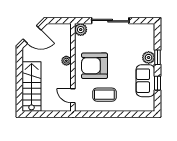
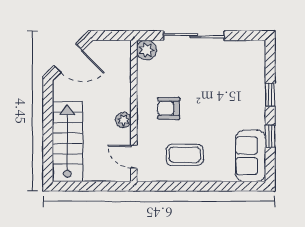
plant: (149, 58) -> (256, 95), removed
plant: (66, 61) -> (124, 120), moved
armchair: (95, 66) -> (169, 108), width x0.53, depth x0.53
sofa: (145, 81) -> (251, 156), moved

